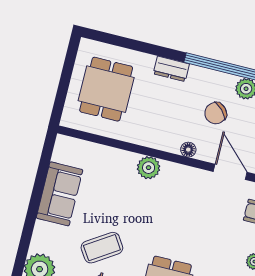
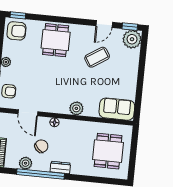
dresser: (171, 69) -> (60, 167), moved
sofa: (59, 194) -> (117, 109), moved, turned 90

